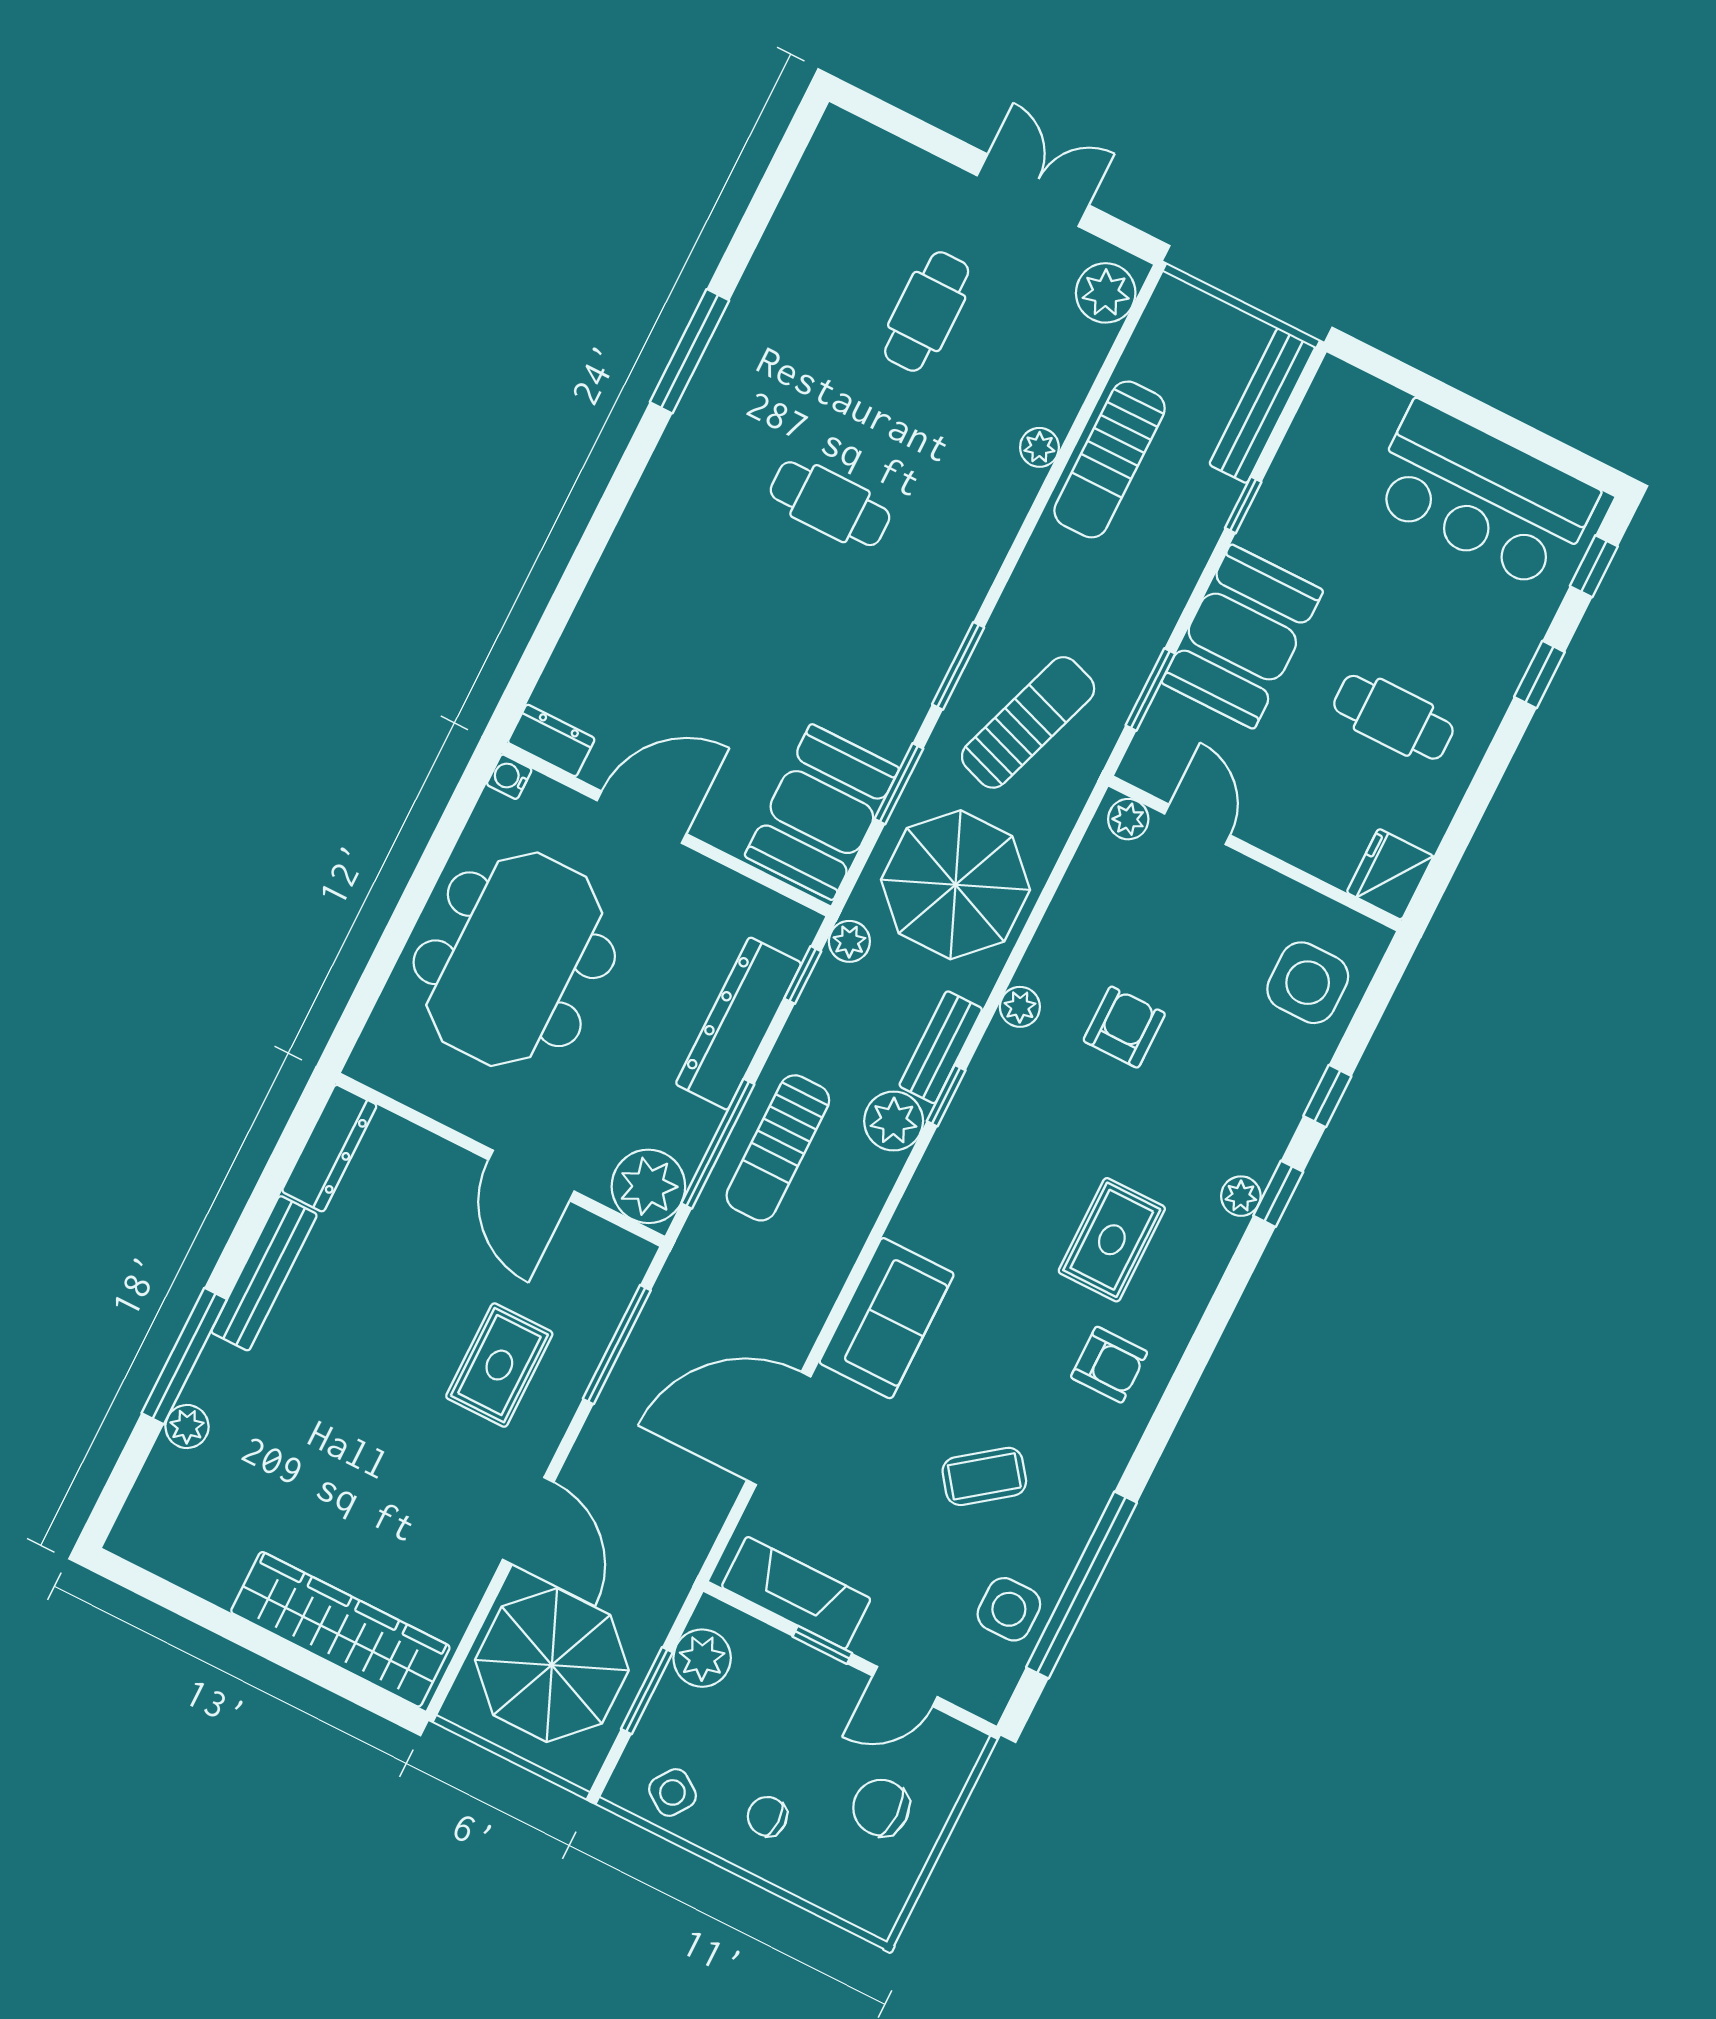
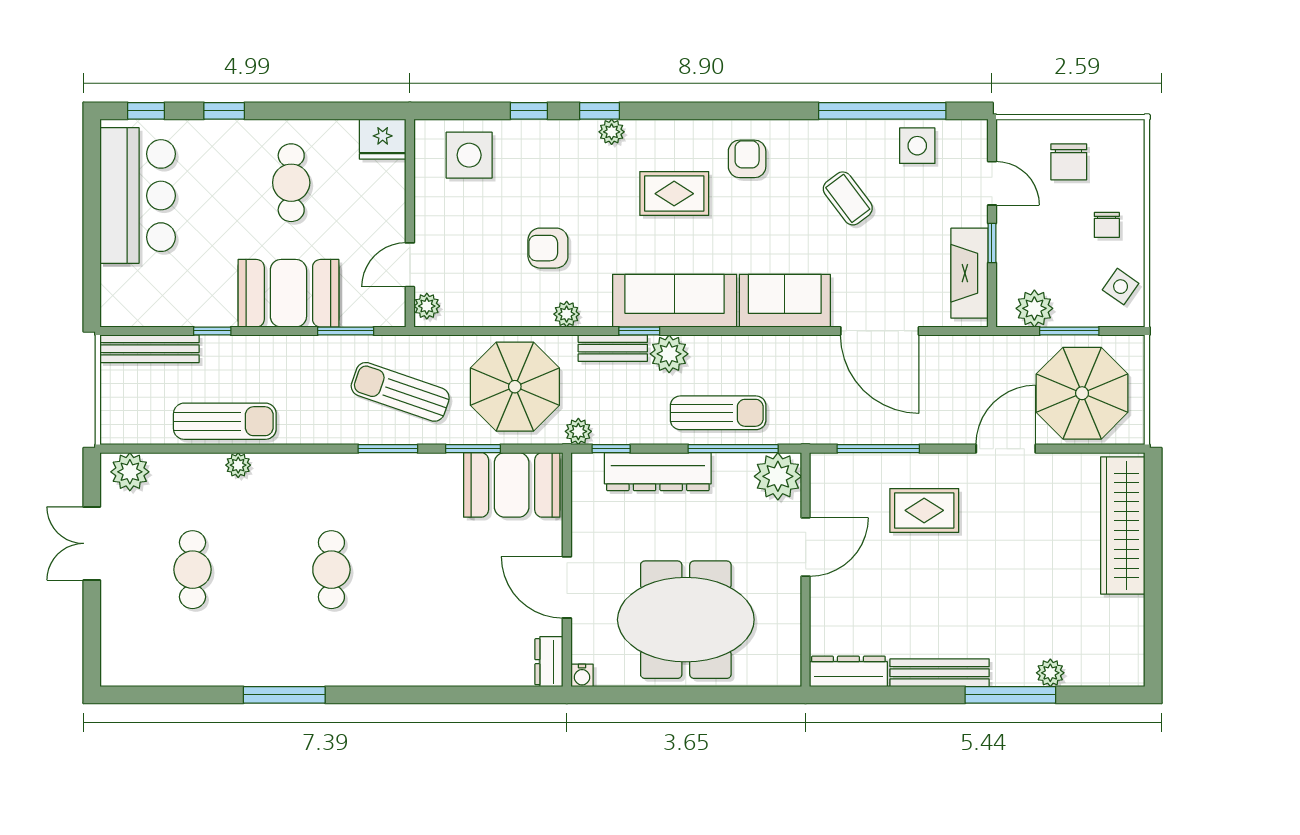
cafe table: (927, 311) -> (193, 570), turned 90
sofa: (963, 1166) -> (675, 301), added

